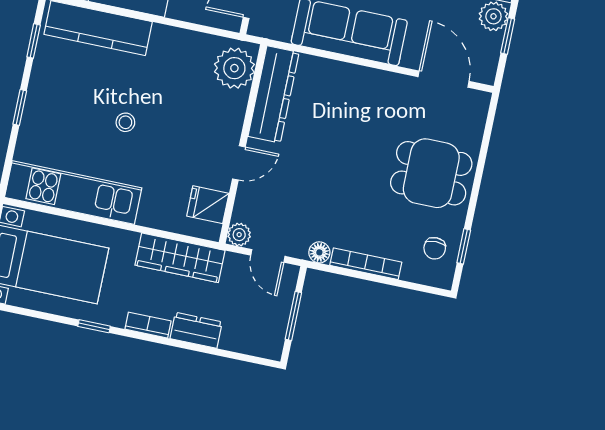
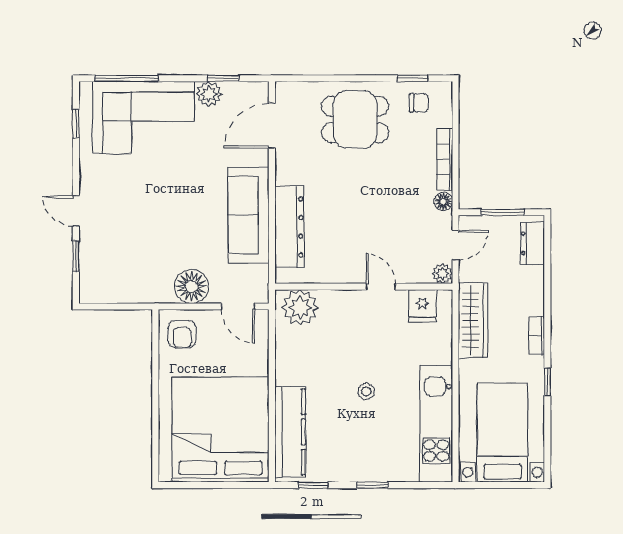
dresser: (274, 94) -> (289, 227), moved, turned 90
dining table: (431, 173) -> (355, 119), turned 90
dresser: (196, 330) -> (532, 243), moved

